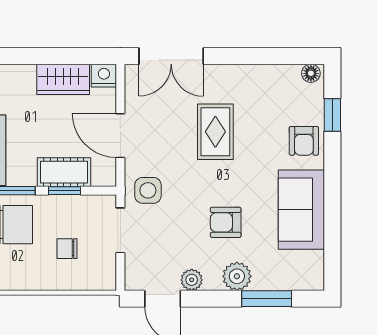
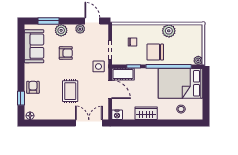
wardrobe: (63, 79) -> (146, 113), moved
cot: (64, 172) -> (123, 74), moved
sofa: (301, 210) -> (34, 46), moved

